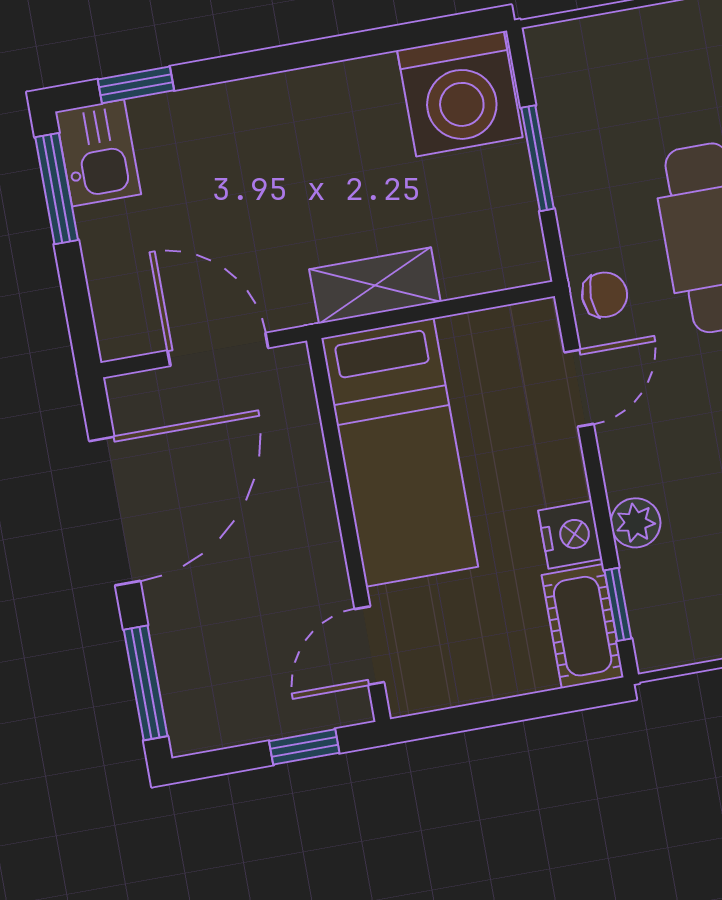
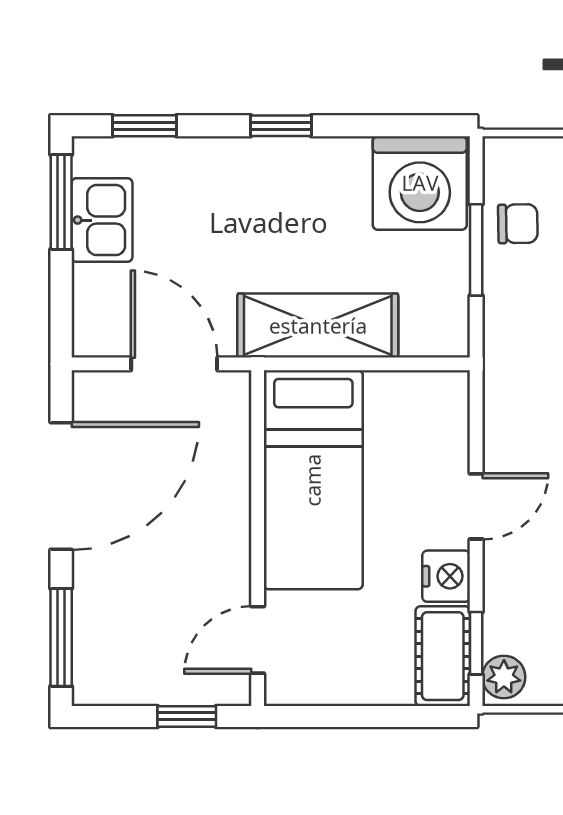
window: (291, 57) -> (281, 126), added
kitchen sink: (98, 153) -> (102, 220), moved
shelving: (375, 285) -> (318, 326), width x1.50, depth x1.33
chair: (605, 295) -> (518, 224), moved
door: (579, 388) -> (476, 506), moved
plant: (636, 523) -> (504, 677), moved

